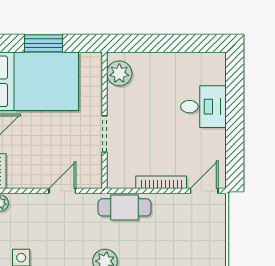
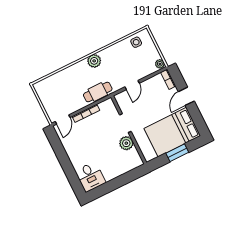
plant: (119, 73) -> (126, 143), moved
desk: (203, 107) -> (90, 177), moved, turned -90

